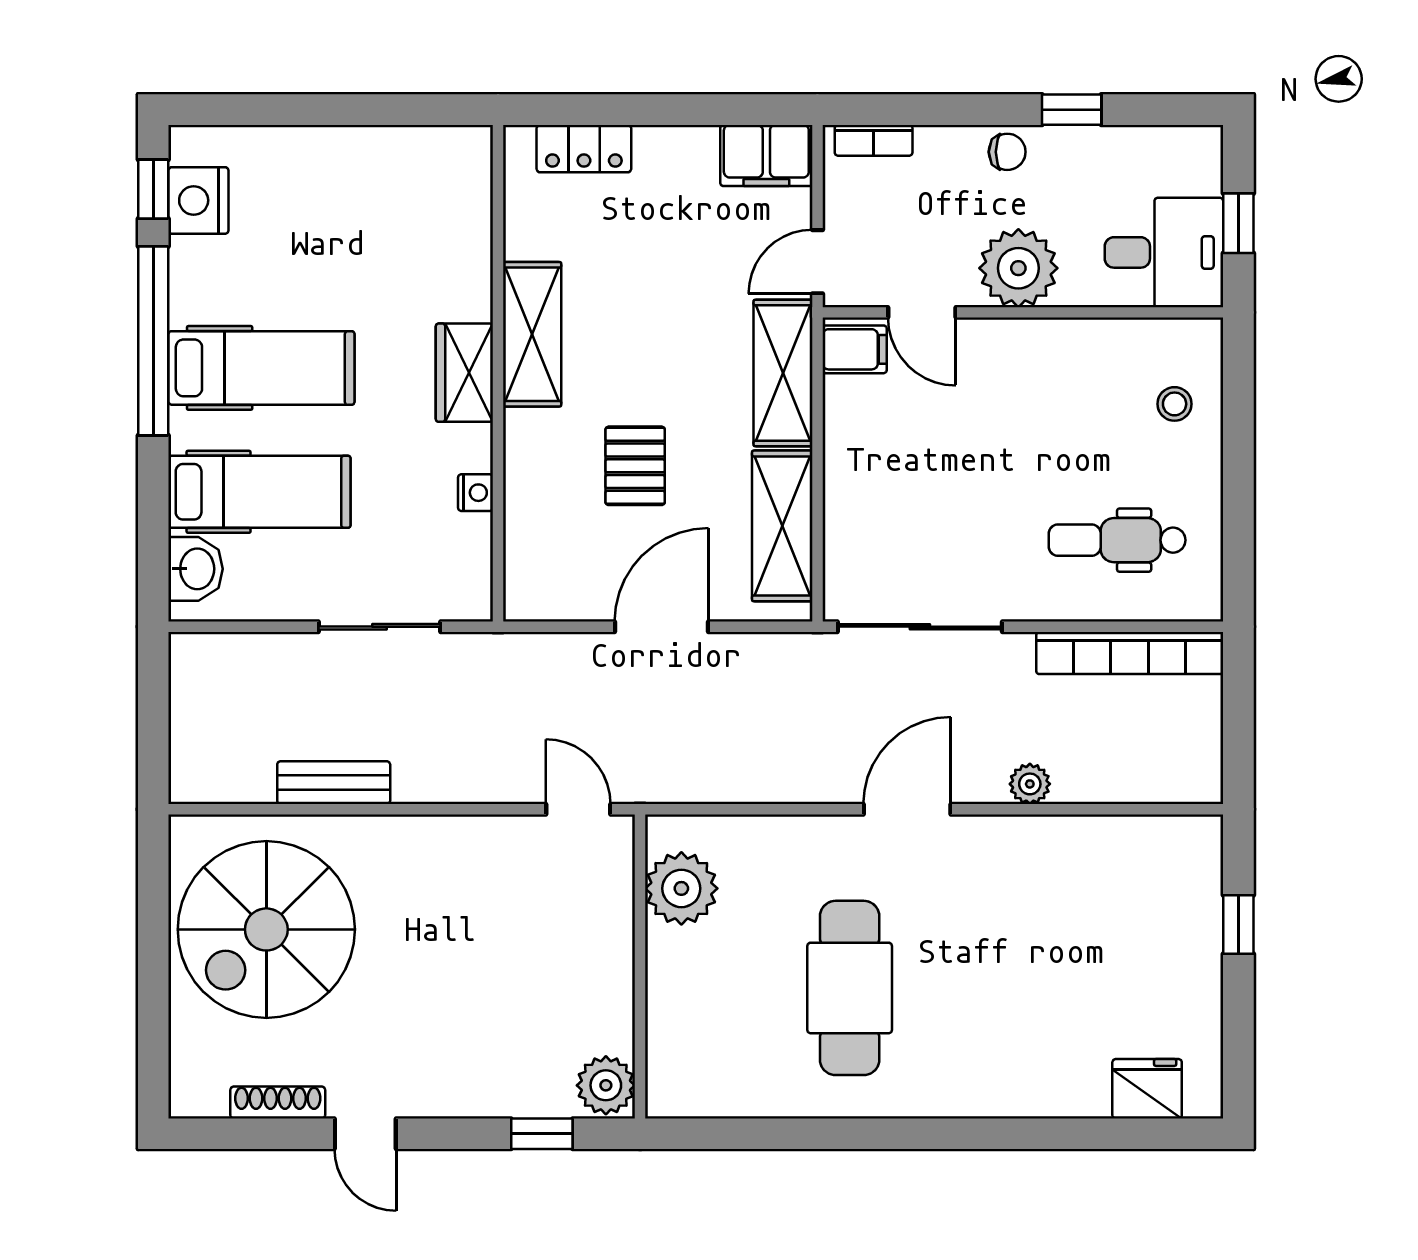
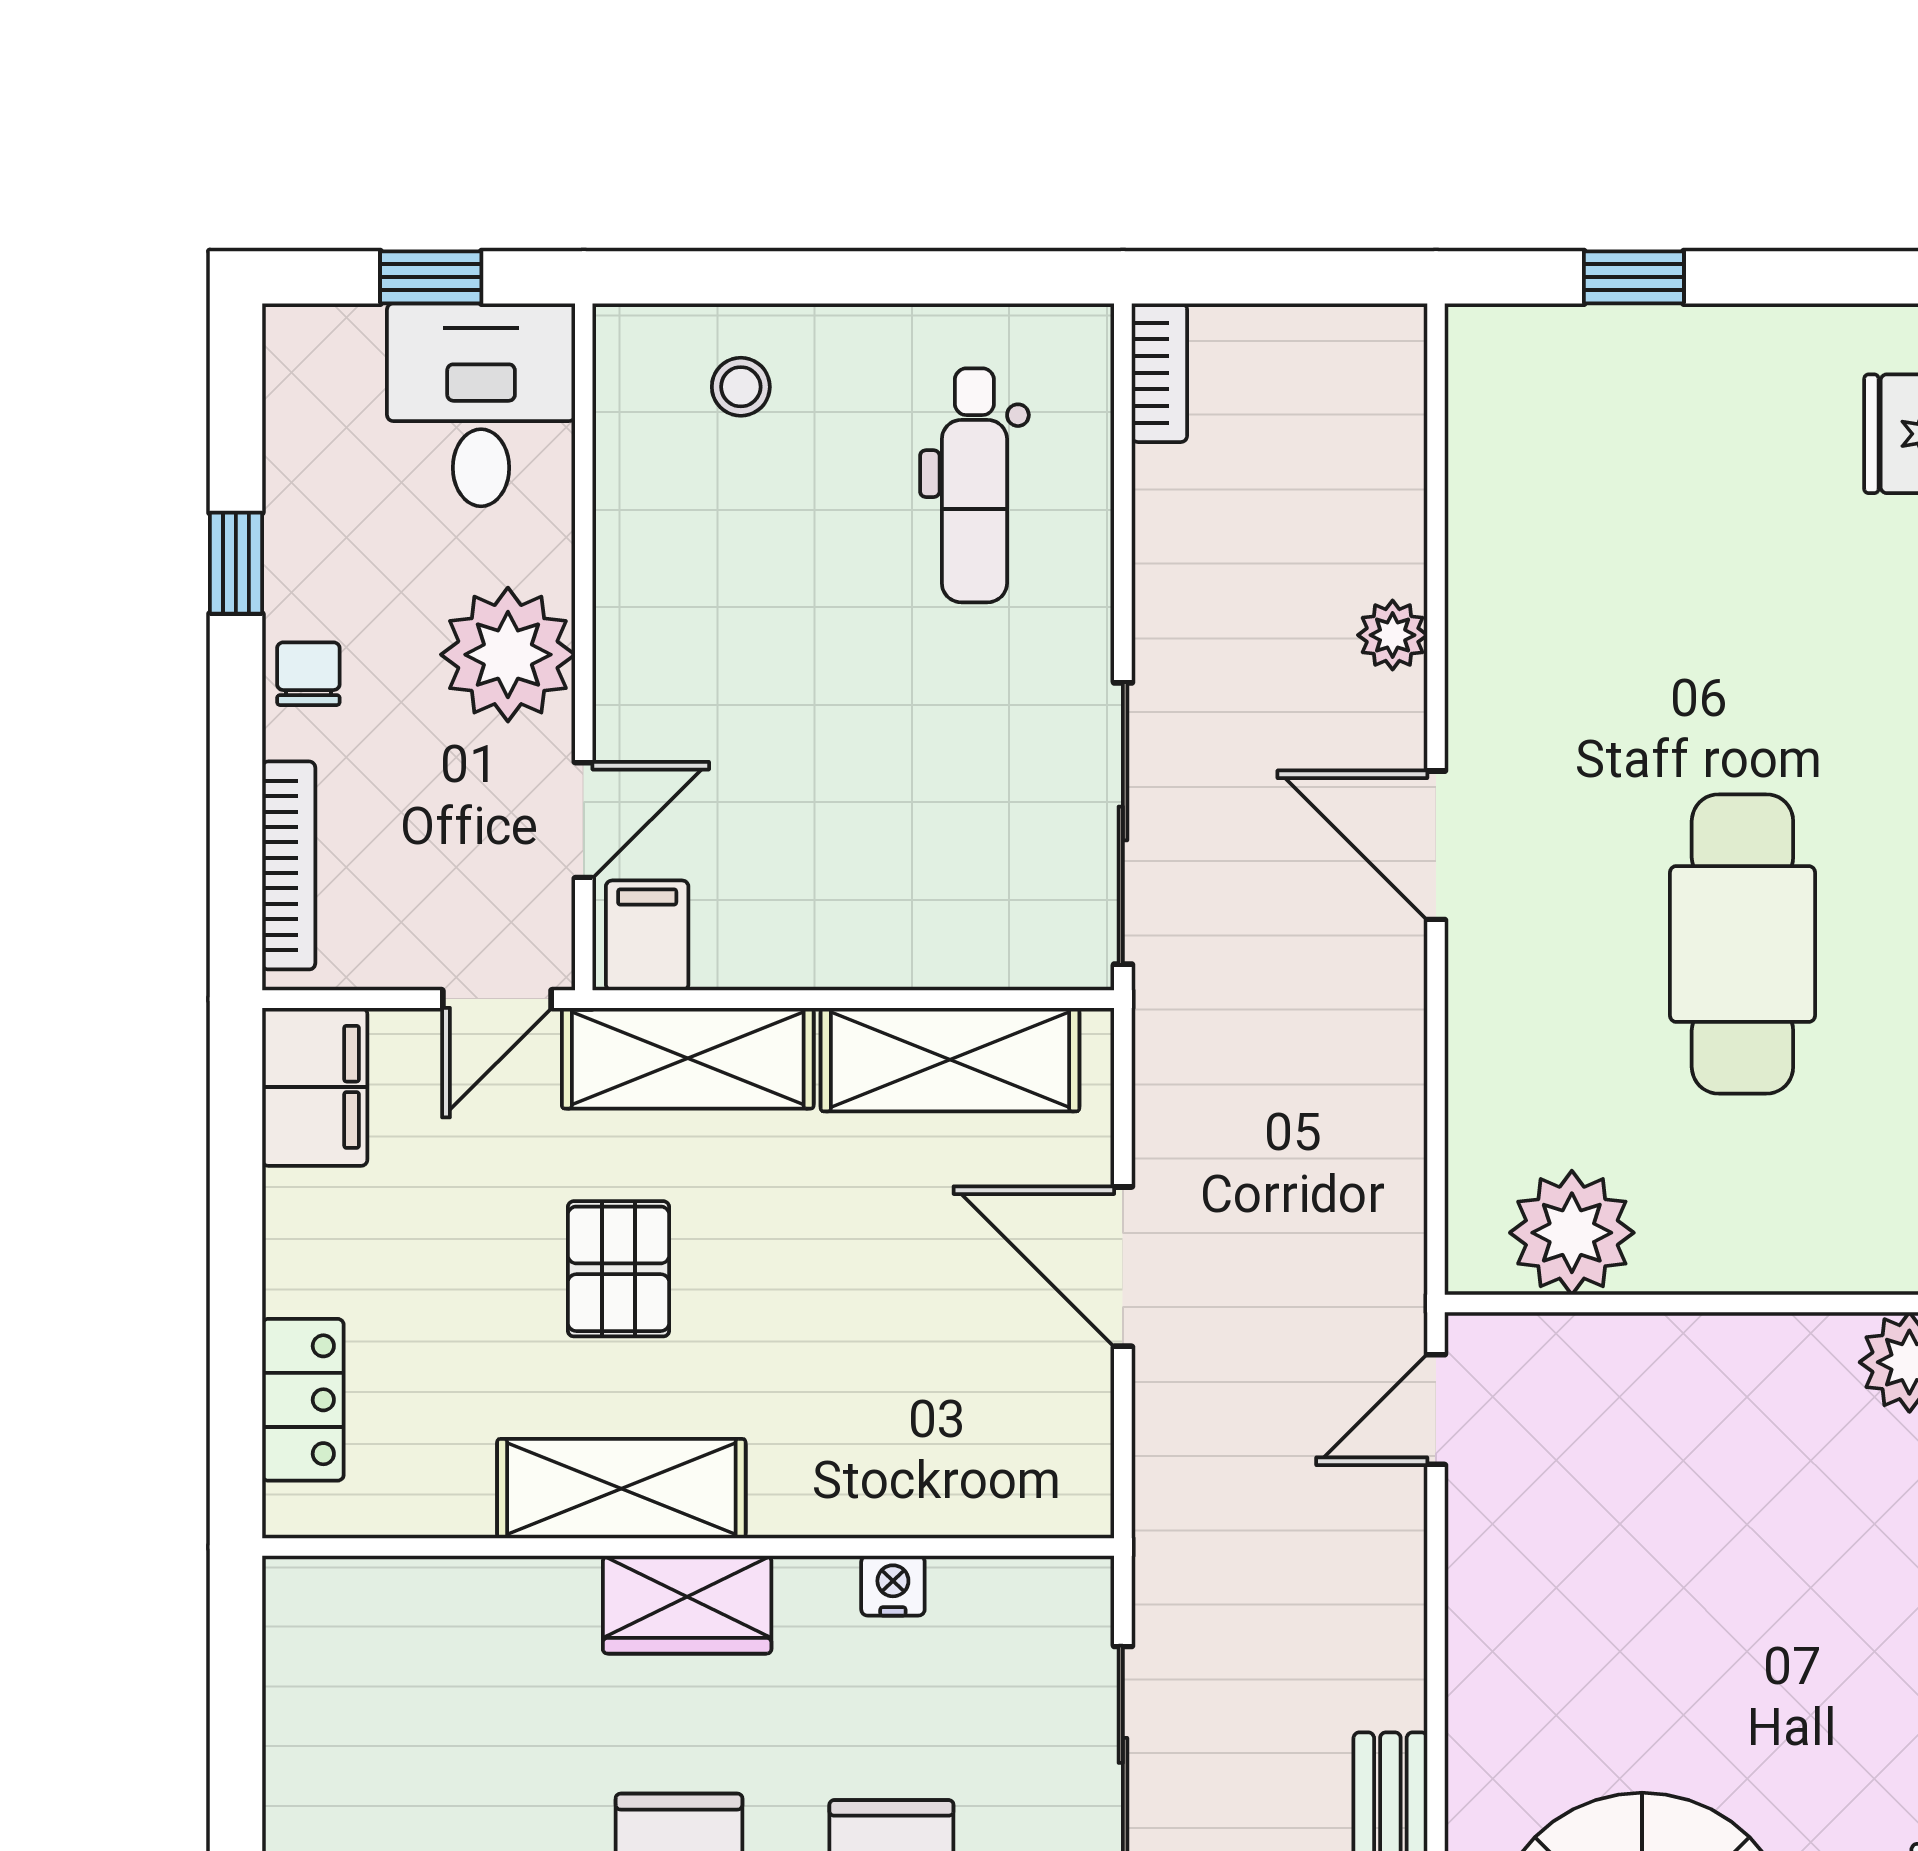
bookcase: (874, 140) -> (289, 865), width x1.56
door: (817, 262) -> (497, 999), hinge flipped
pallet: (635, 466) -> (619, 1269), moved, turned 90
bookcase: (1130, 653) -> (1159, 373), width x0.43, depth x0.76
cafe table: (850, 988) -> (1742, 944), turned 90

